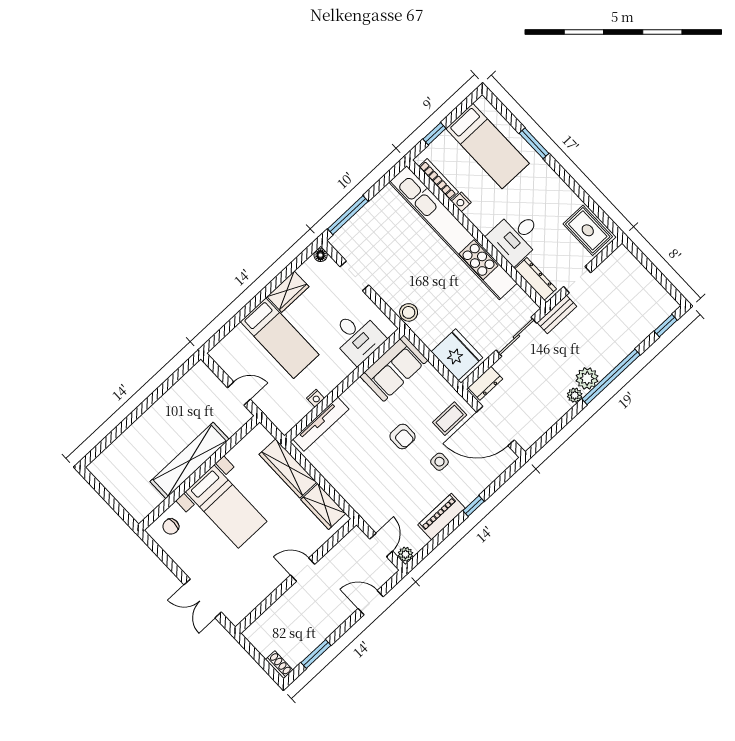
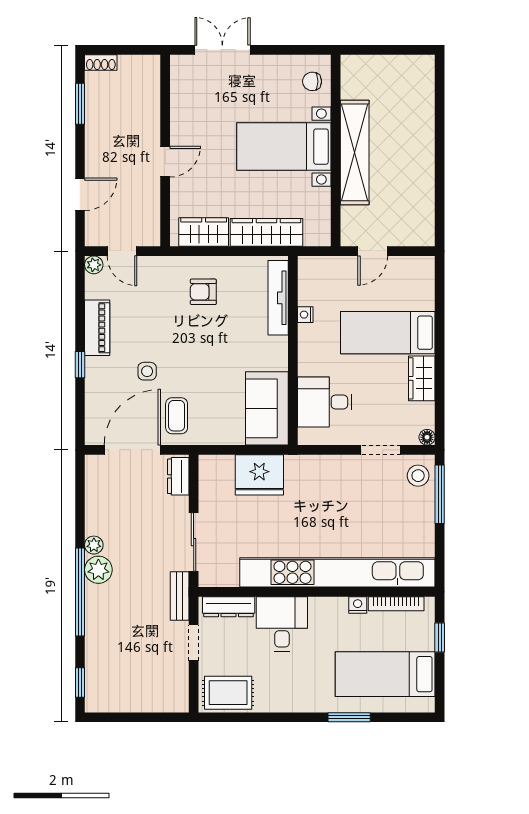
stool: (409, 312) -> (418, 476), moved
fridge: (457, 355) -> (259, 475), moved
armchair: (403, 437) -> (203, 292), moved
chair: (171, 526) -> (312, 81), turned -90

